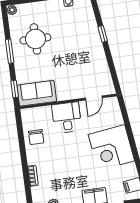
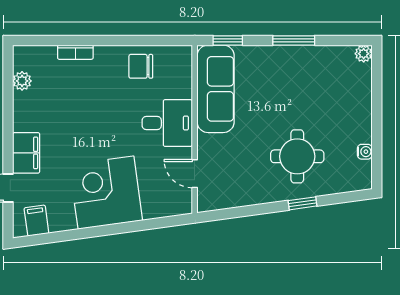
round table: (35, 39) -> (297, 156), moved
sofa: (37, 93) -> (216, 89), width x1.36

